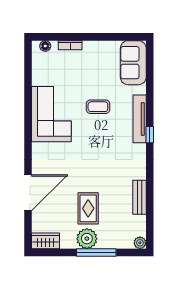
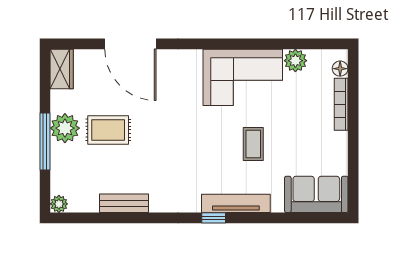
bookcase: (70, 45) -> (341, 104), width x1.56
plant: (40, 77) -> (295, 61), added

